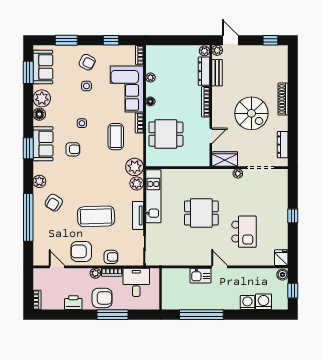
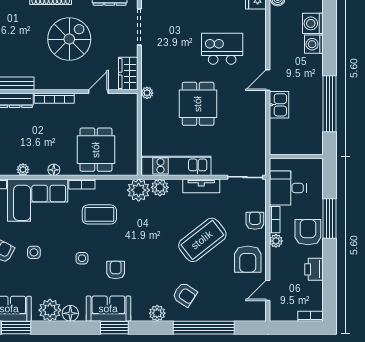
door: (211, 136) -> (98, 92), hinge flipped
plant: (238, 174) -> (147, 93), moved
coffee table: (96, 216) -> (202, 240), turned 54

